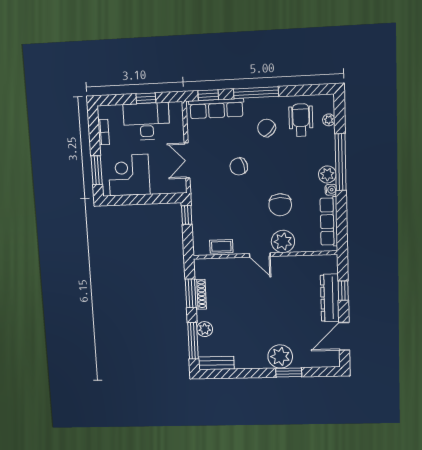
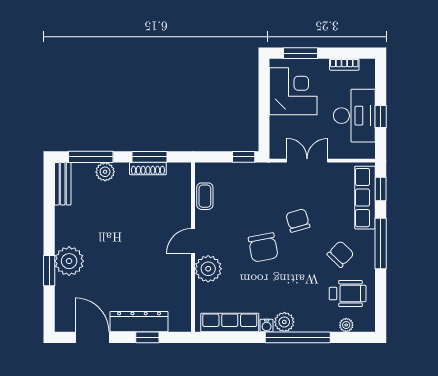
chair: (280, 205) -> (263, 247), moved, turned -101

